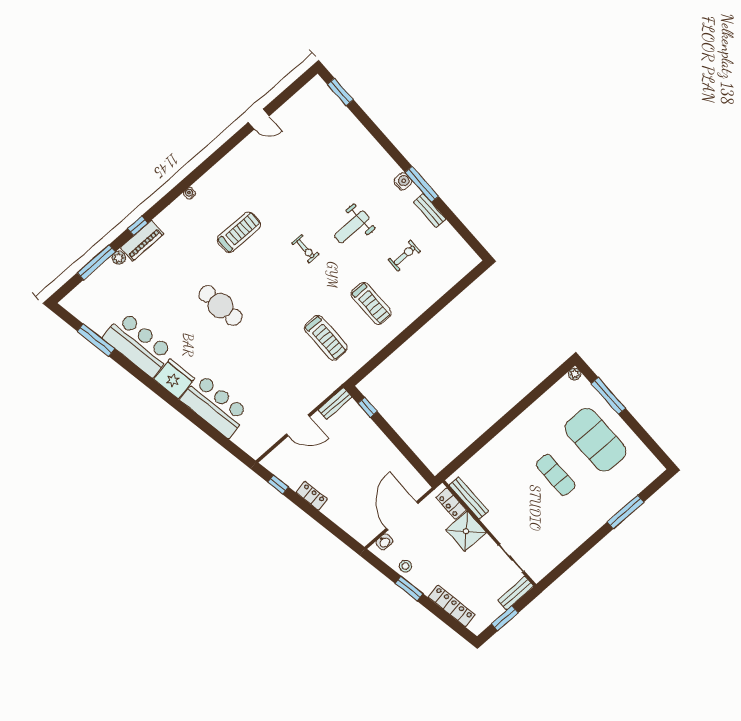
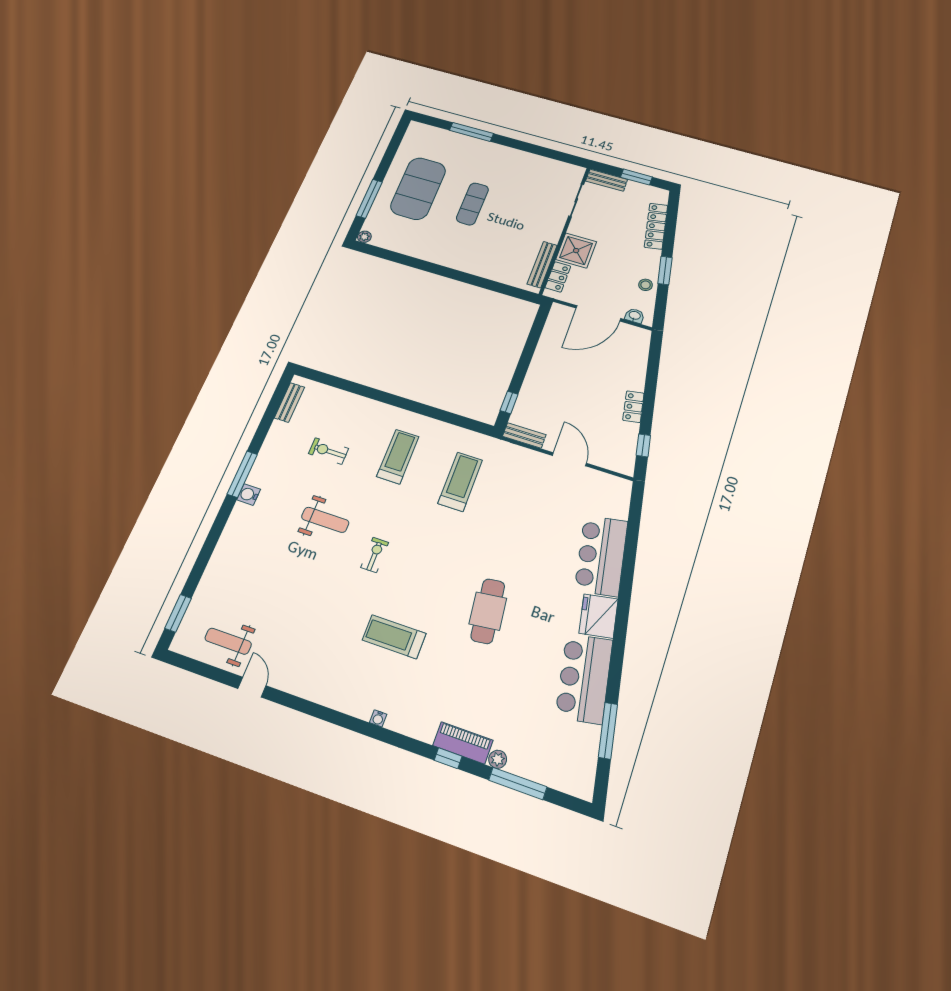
weight bench: (300, 118) -> (228, 641), added
bench: (430, 211) -> (289, 402), moved

